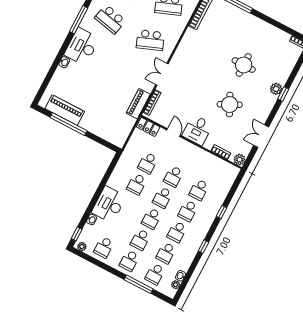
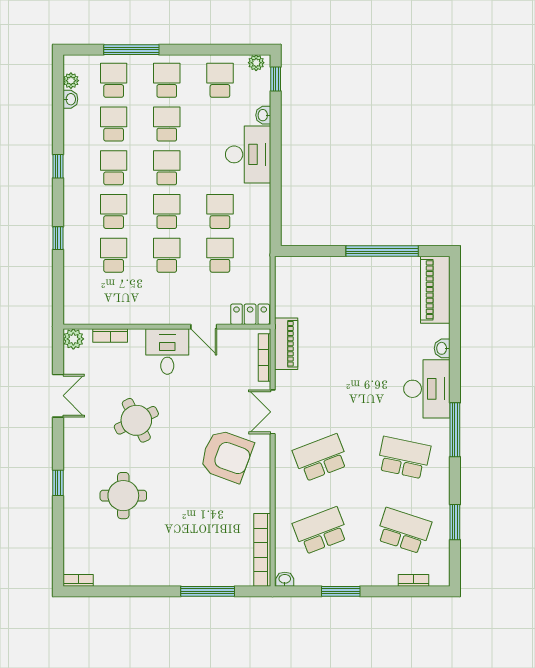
armchair: (195, 65) -> (226, 456), added
round table: (244, 65) -> (123, 496), moved
double door: (162, 74) -> (273, 412), swing flipped
plant: (276, 89) -> (74, 485), removed
piano: (65, 110) -> (435, 290), moved, turned 90

